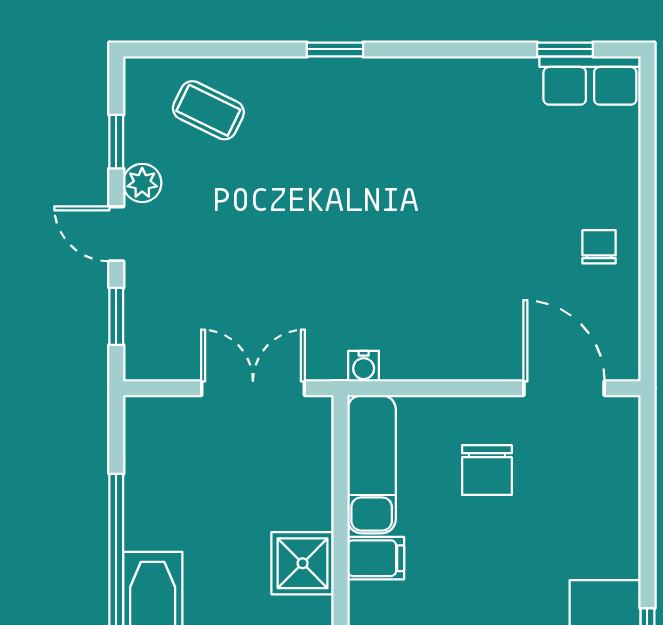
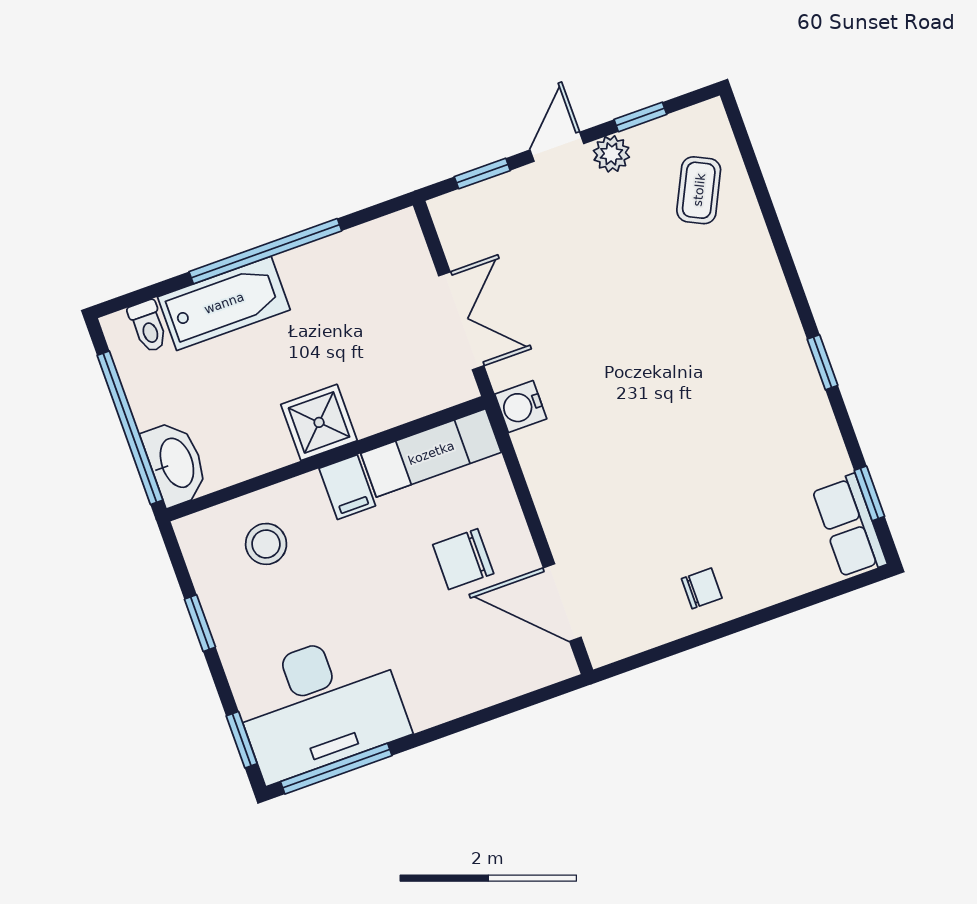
window: (335, 49) -> (822, 362), moved
water cooler: (364, 366) -> (521, 407), width x1.38, depth x1.38
door: (564, 388) -> (562, 603), swing flipped

